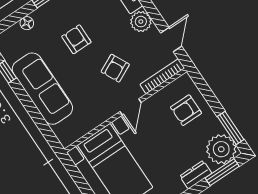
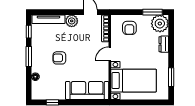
armchair: (115, 68) -> (86, 49), removed
sofa: (42, 89) -> (87, 90), moved
door: (131, 107) -> (110, 54), swing flipped
window: (222, 172) -> (171, 31), removed

